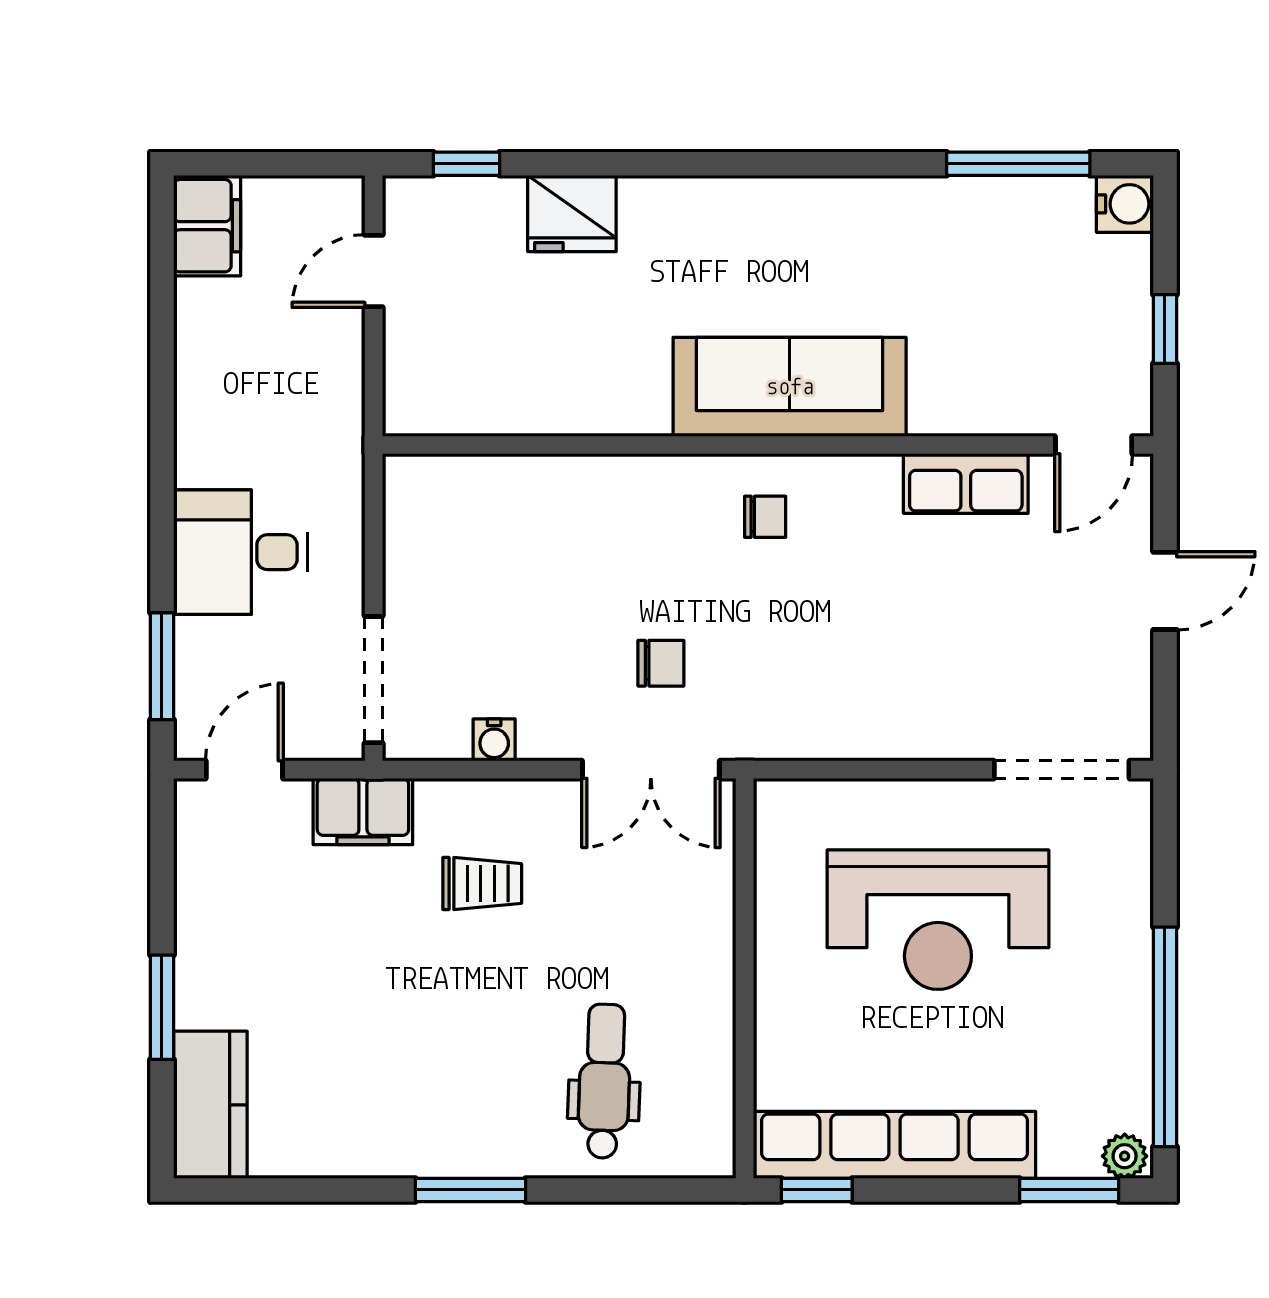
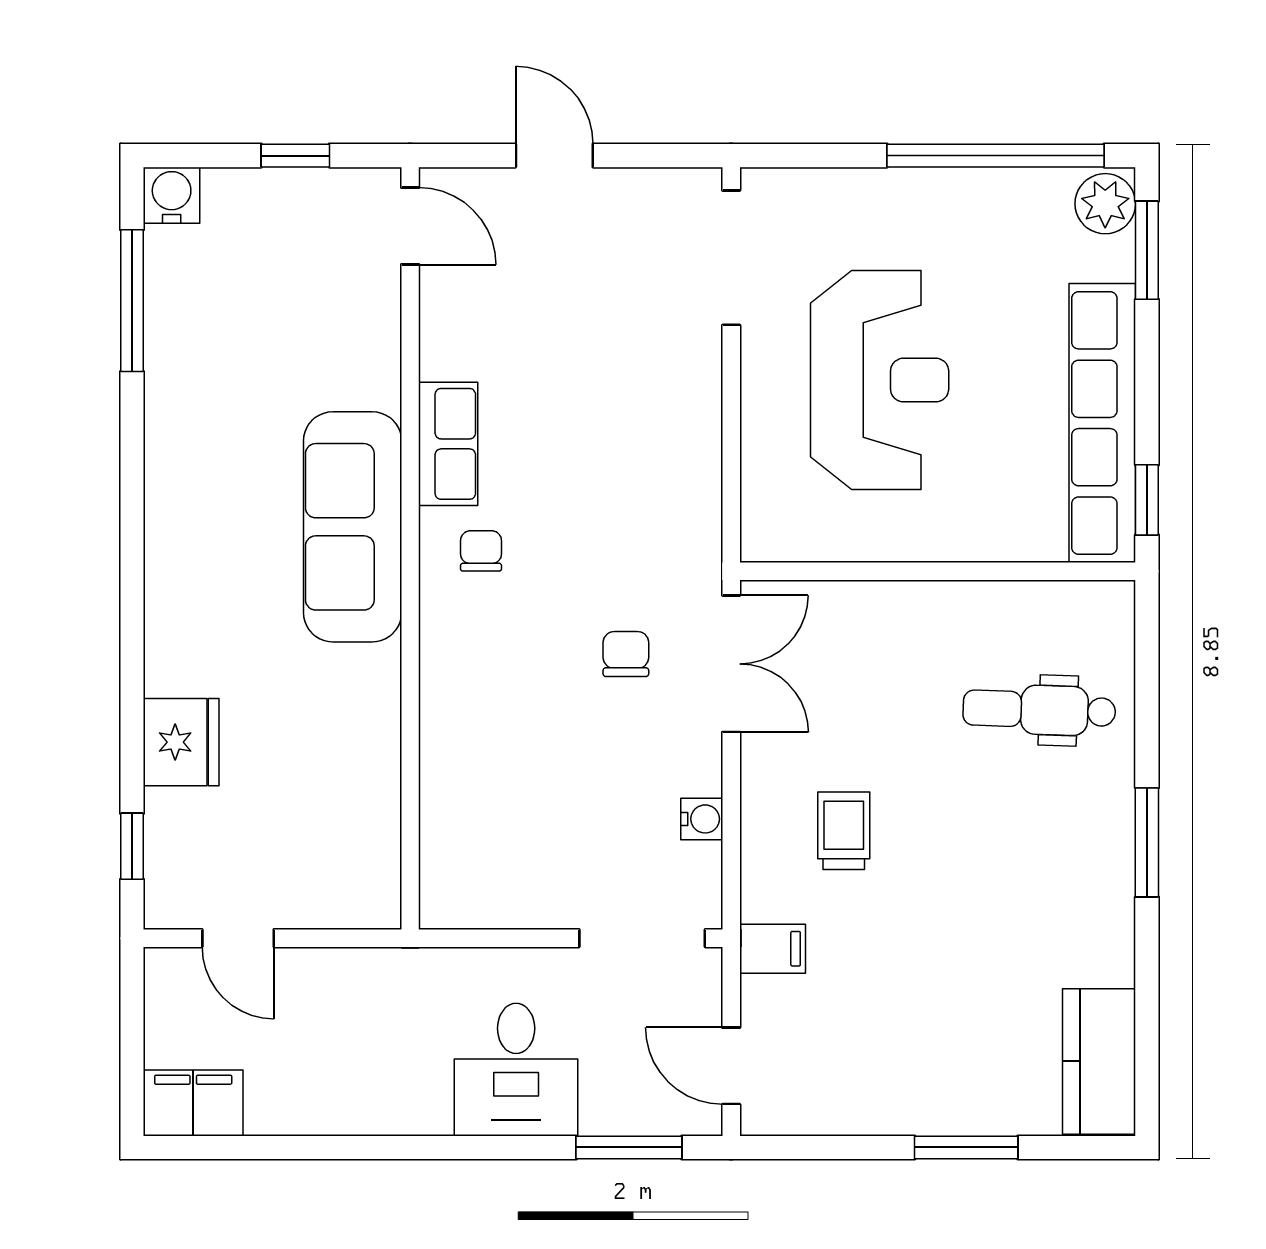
row of seats: (966, 484) -> (448, 444), moved
filing cabinet: (363, 812) -> (773, 949), width x0.50
kitchen counter: (210, 1105) -> (1099, 1061), moved, turned -90
plant: (1125, 1156) -> (1105, 204), width x1.38, depth x1.38

